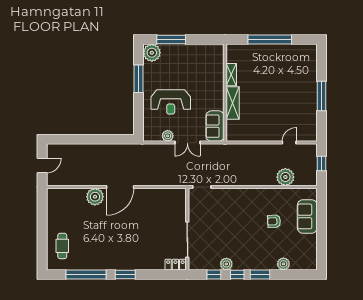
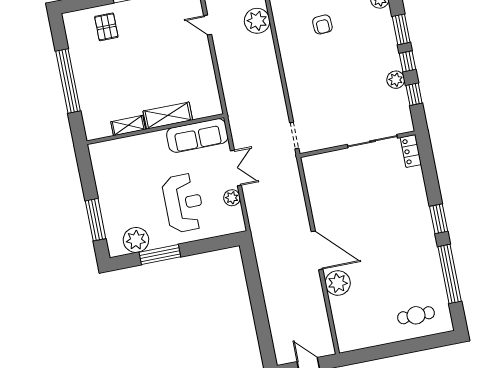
plant: (152, 53) -> (136, 240), moved
pallet: (302, 73) -> (106, 27), added
sofa: (215, 126) -> (197, 135), width x1.36

